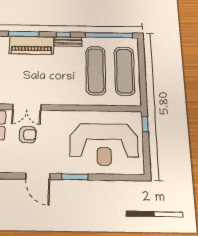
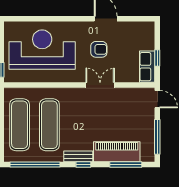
double door: (27, 107) -> (100, 85), moved
armchair: (28, 135) -> (99, 49), moved, turned 180
window: (75, 177) -> (70, 19), removed

